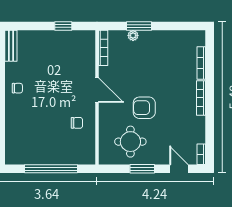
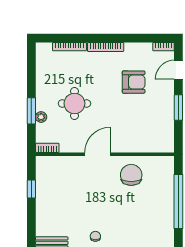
bookcase: (103, 48) -> (47, 148), width x0.64
armchair: (144, 108) -> (134, 82), moved, turned -90
chair: (77, 123) -> (131, 175), width x1.87, depth x1.87
round table: (130, 142) -> (74, 103), moved

